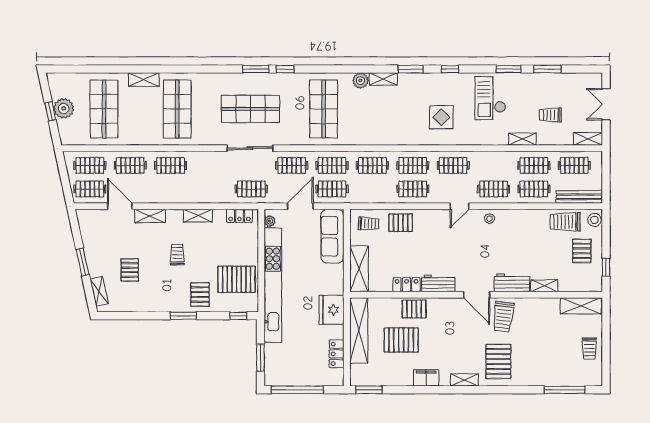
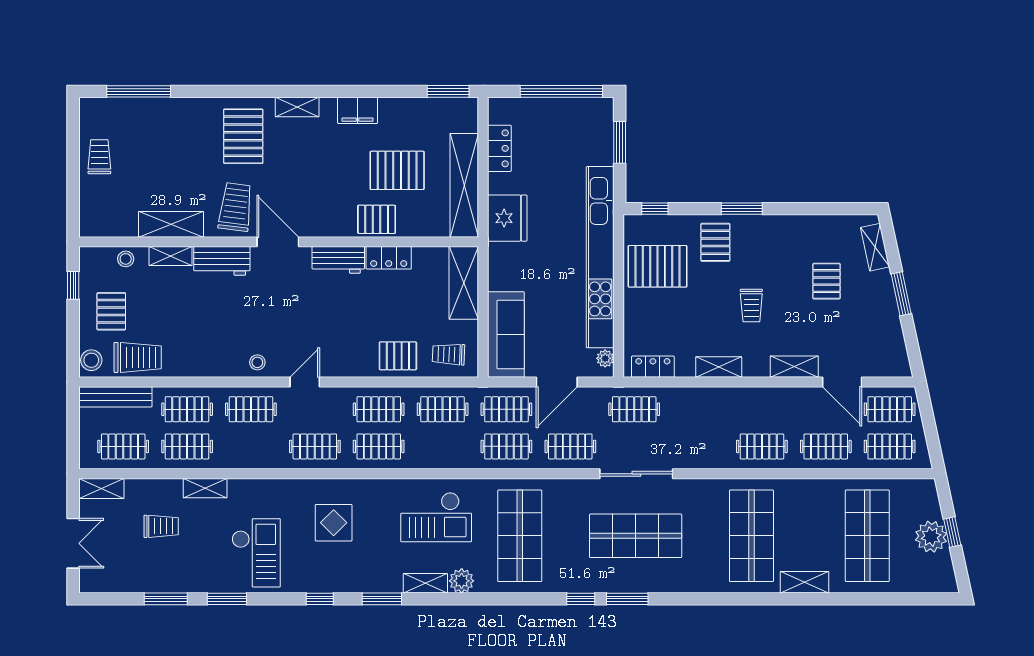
checkout: (377, 121) -> (436, 517), added
clothes rail: (372, 165) -> (443, 409), moved
stool: (573, 284) -> (126, 259), added
shelving: (581, 306) -> (171, 224), moved

